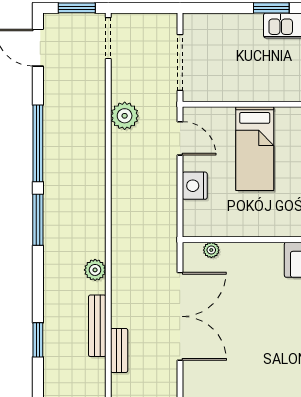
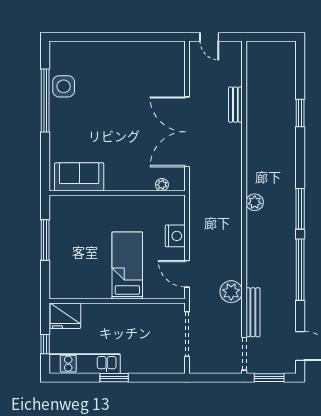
plant: (95, 270) -> (255, 202), moved
bench: (97, 326) -> (253, 312), moved

